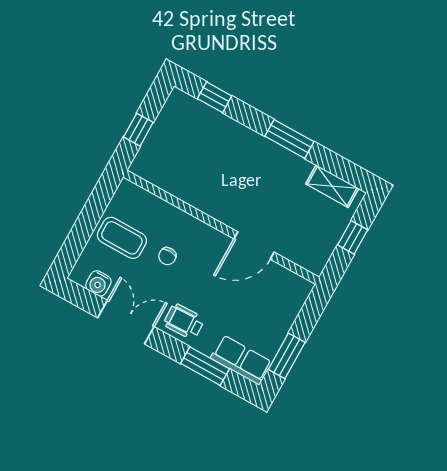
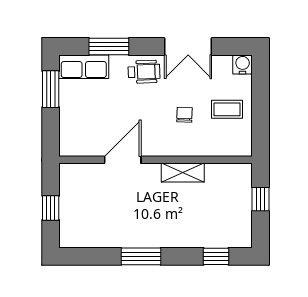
shelving: (332, 186) -> (183, 173), moved
coffee table: (122, 238) -> (227, 109), width x0.73, depth x0.77
water cooler: (98, 283) -> (243, 64), moved

